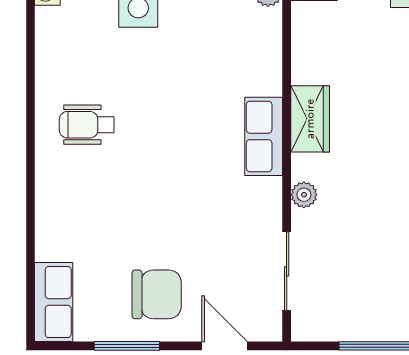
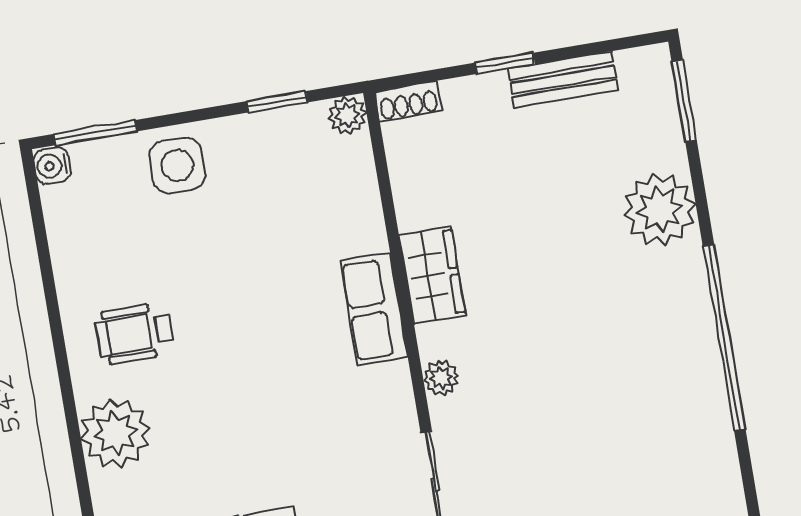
plant: (60, 195) -> (115, 433), added

